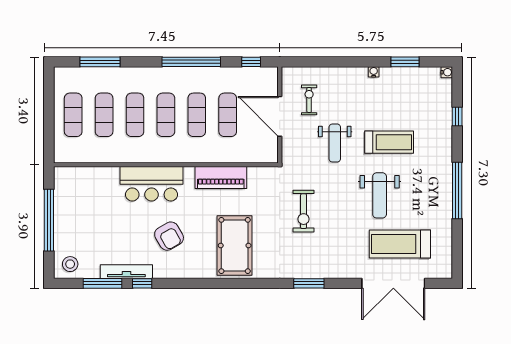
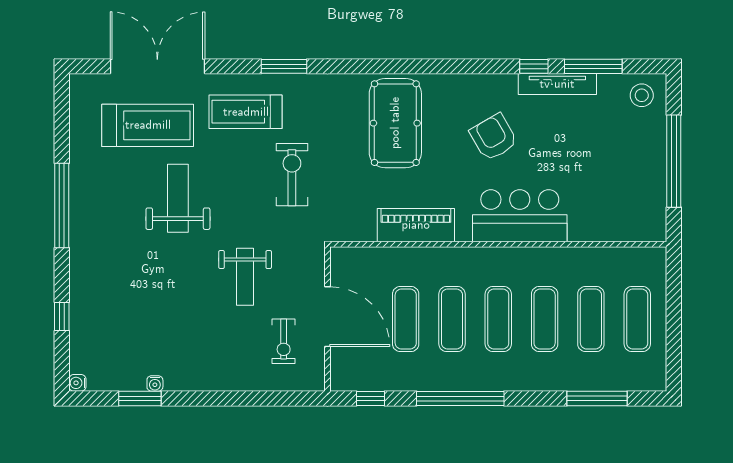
water cooler: (374, 72) -> (155, 383), moved
treadmill: (389, 142) -> (246, 112), moved
weight bench: (335, 143) -> (245, 277), turned 180

